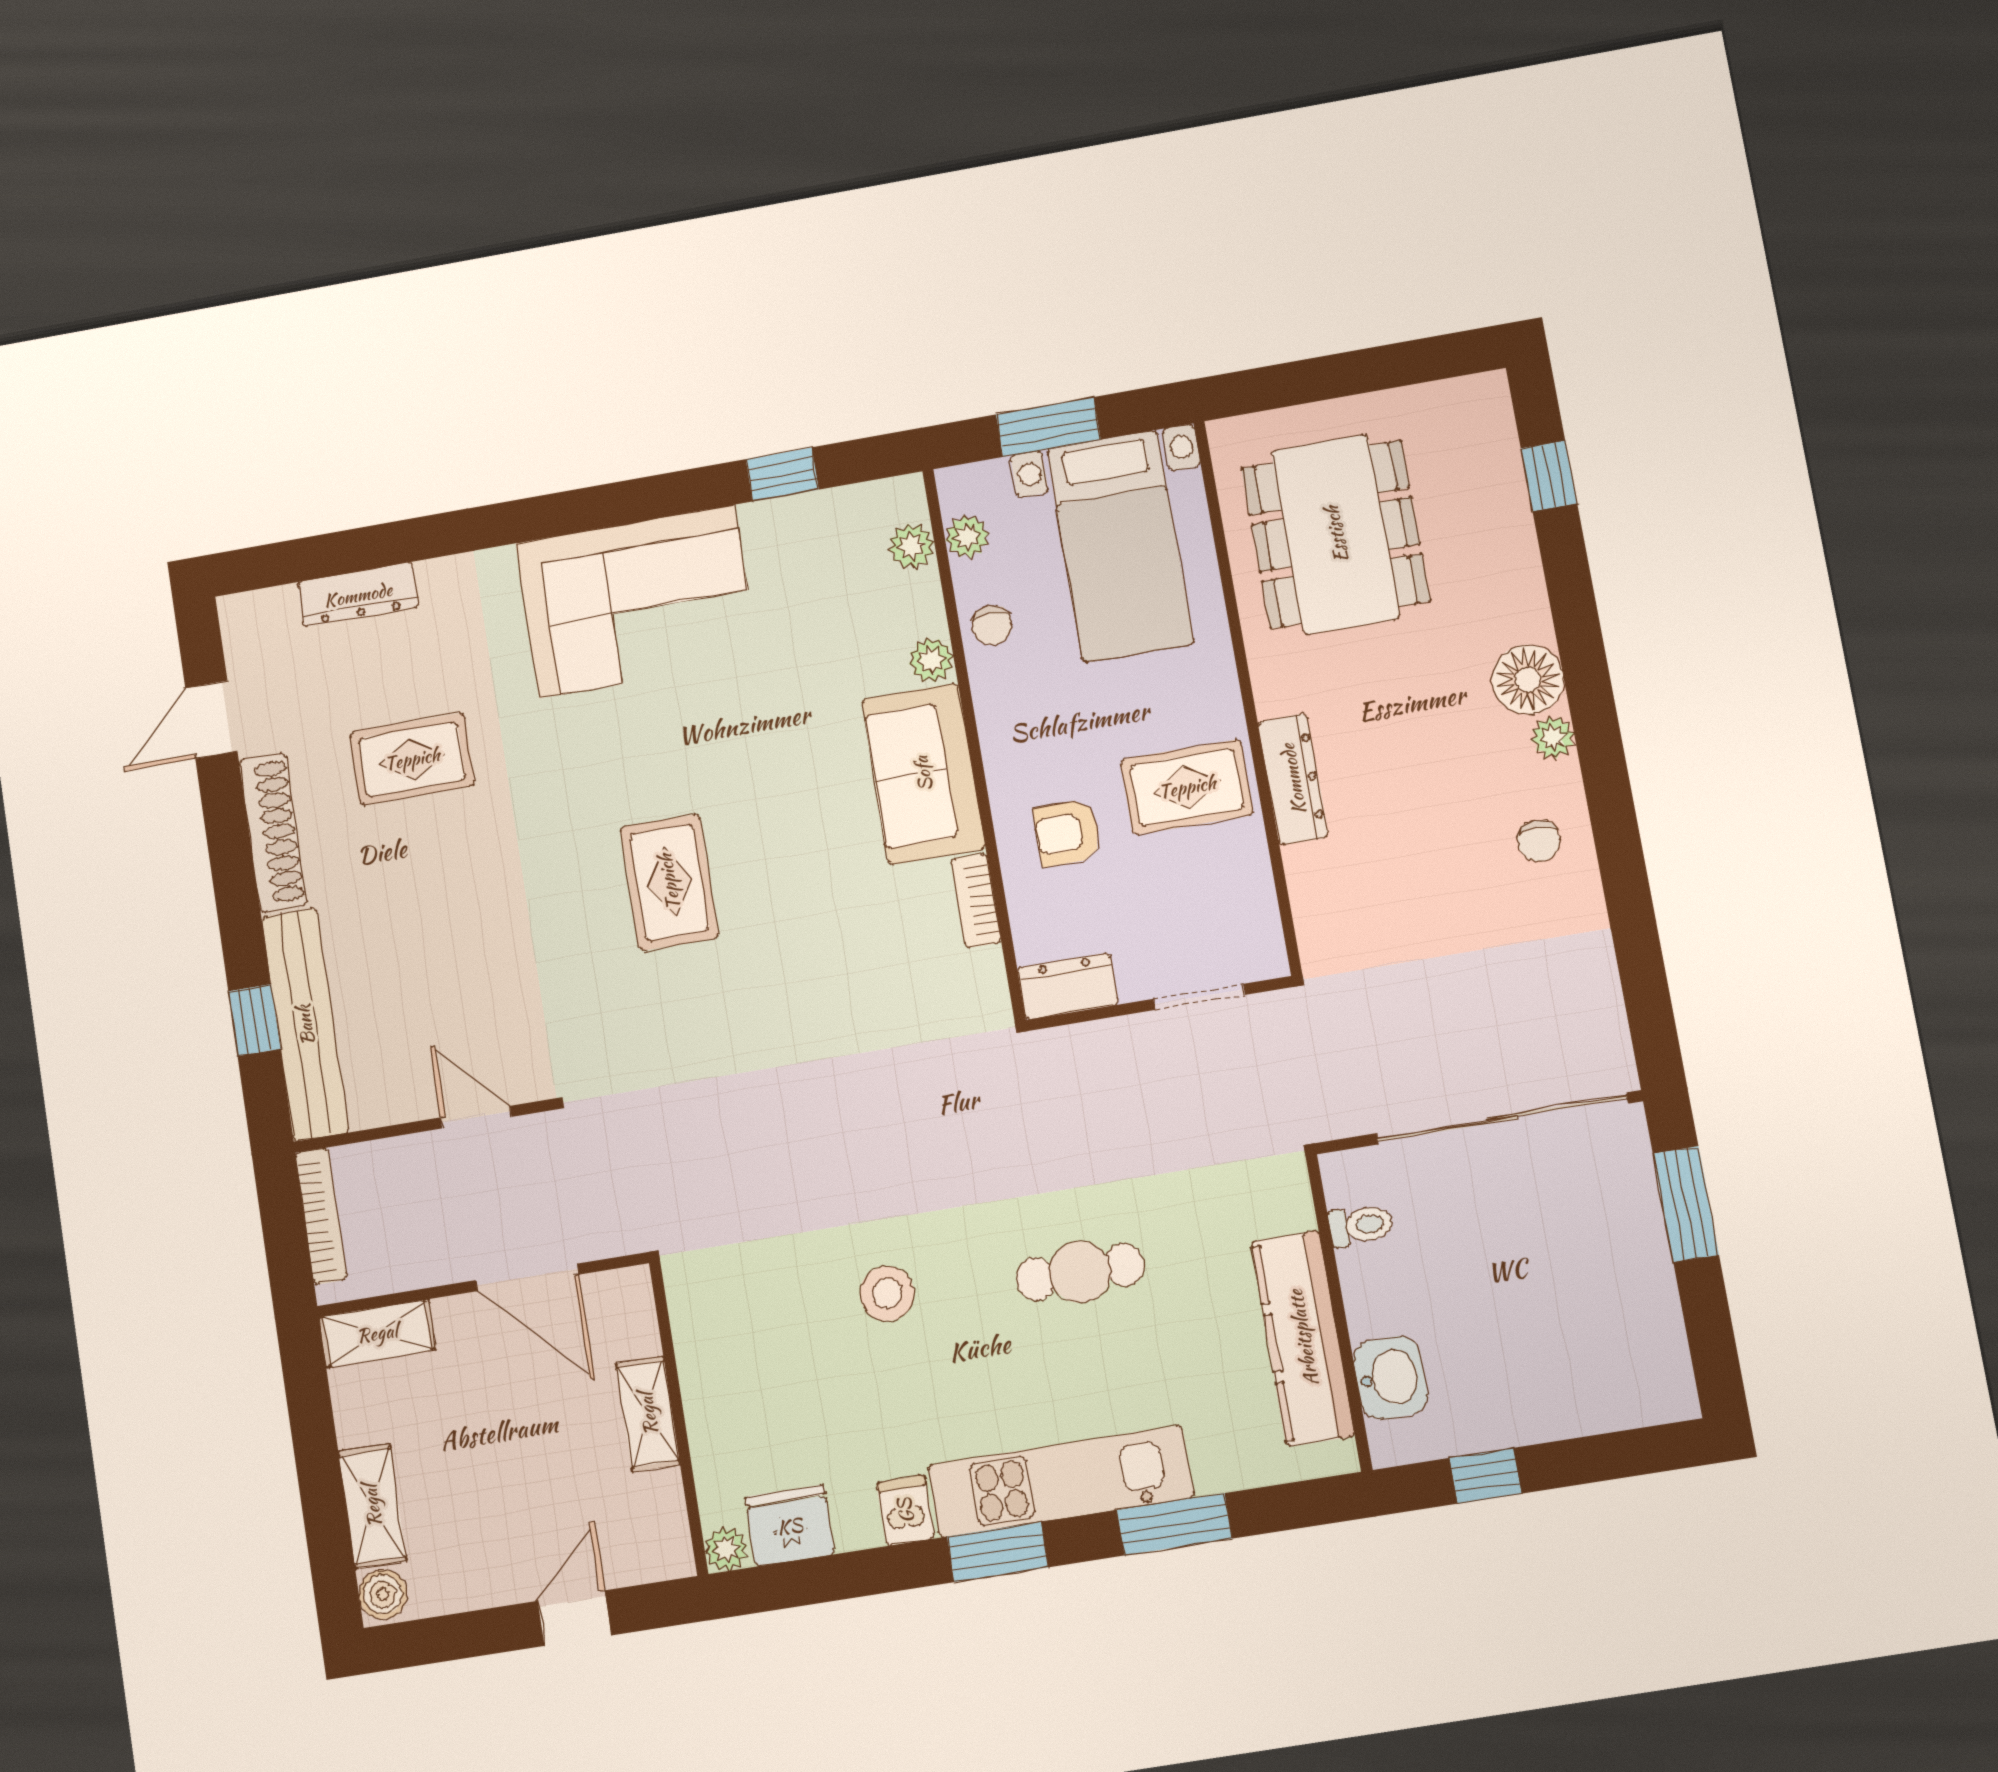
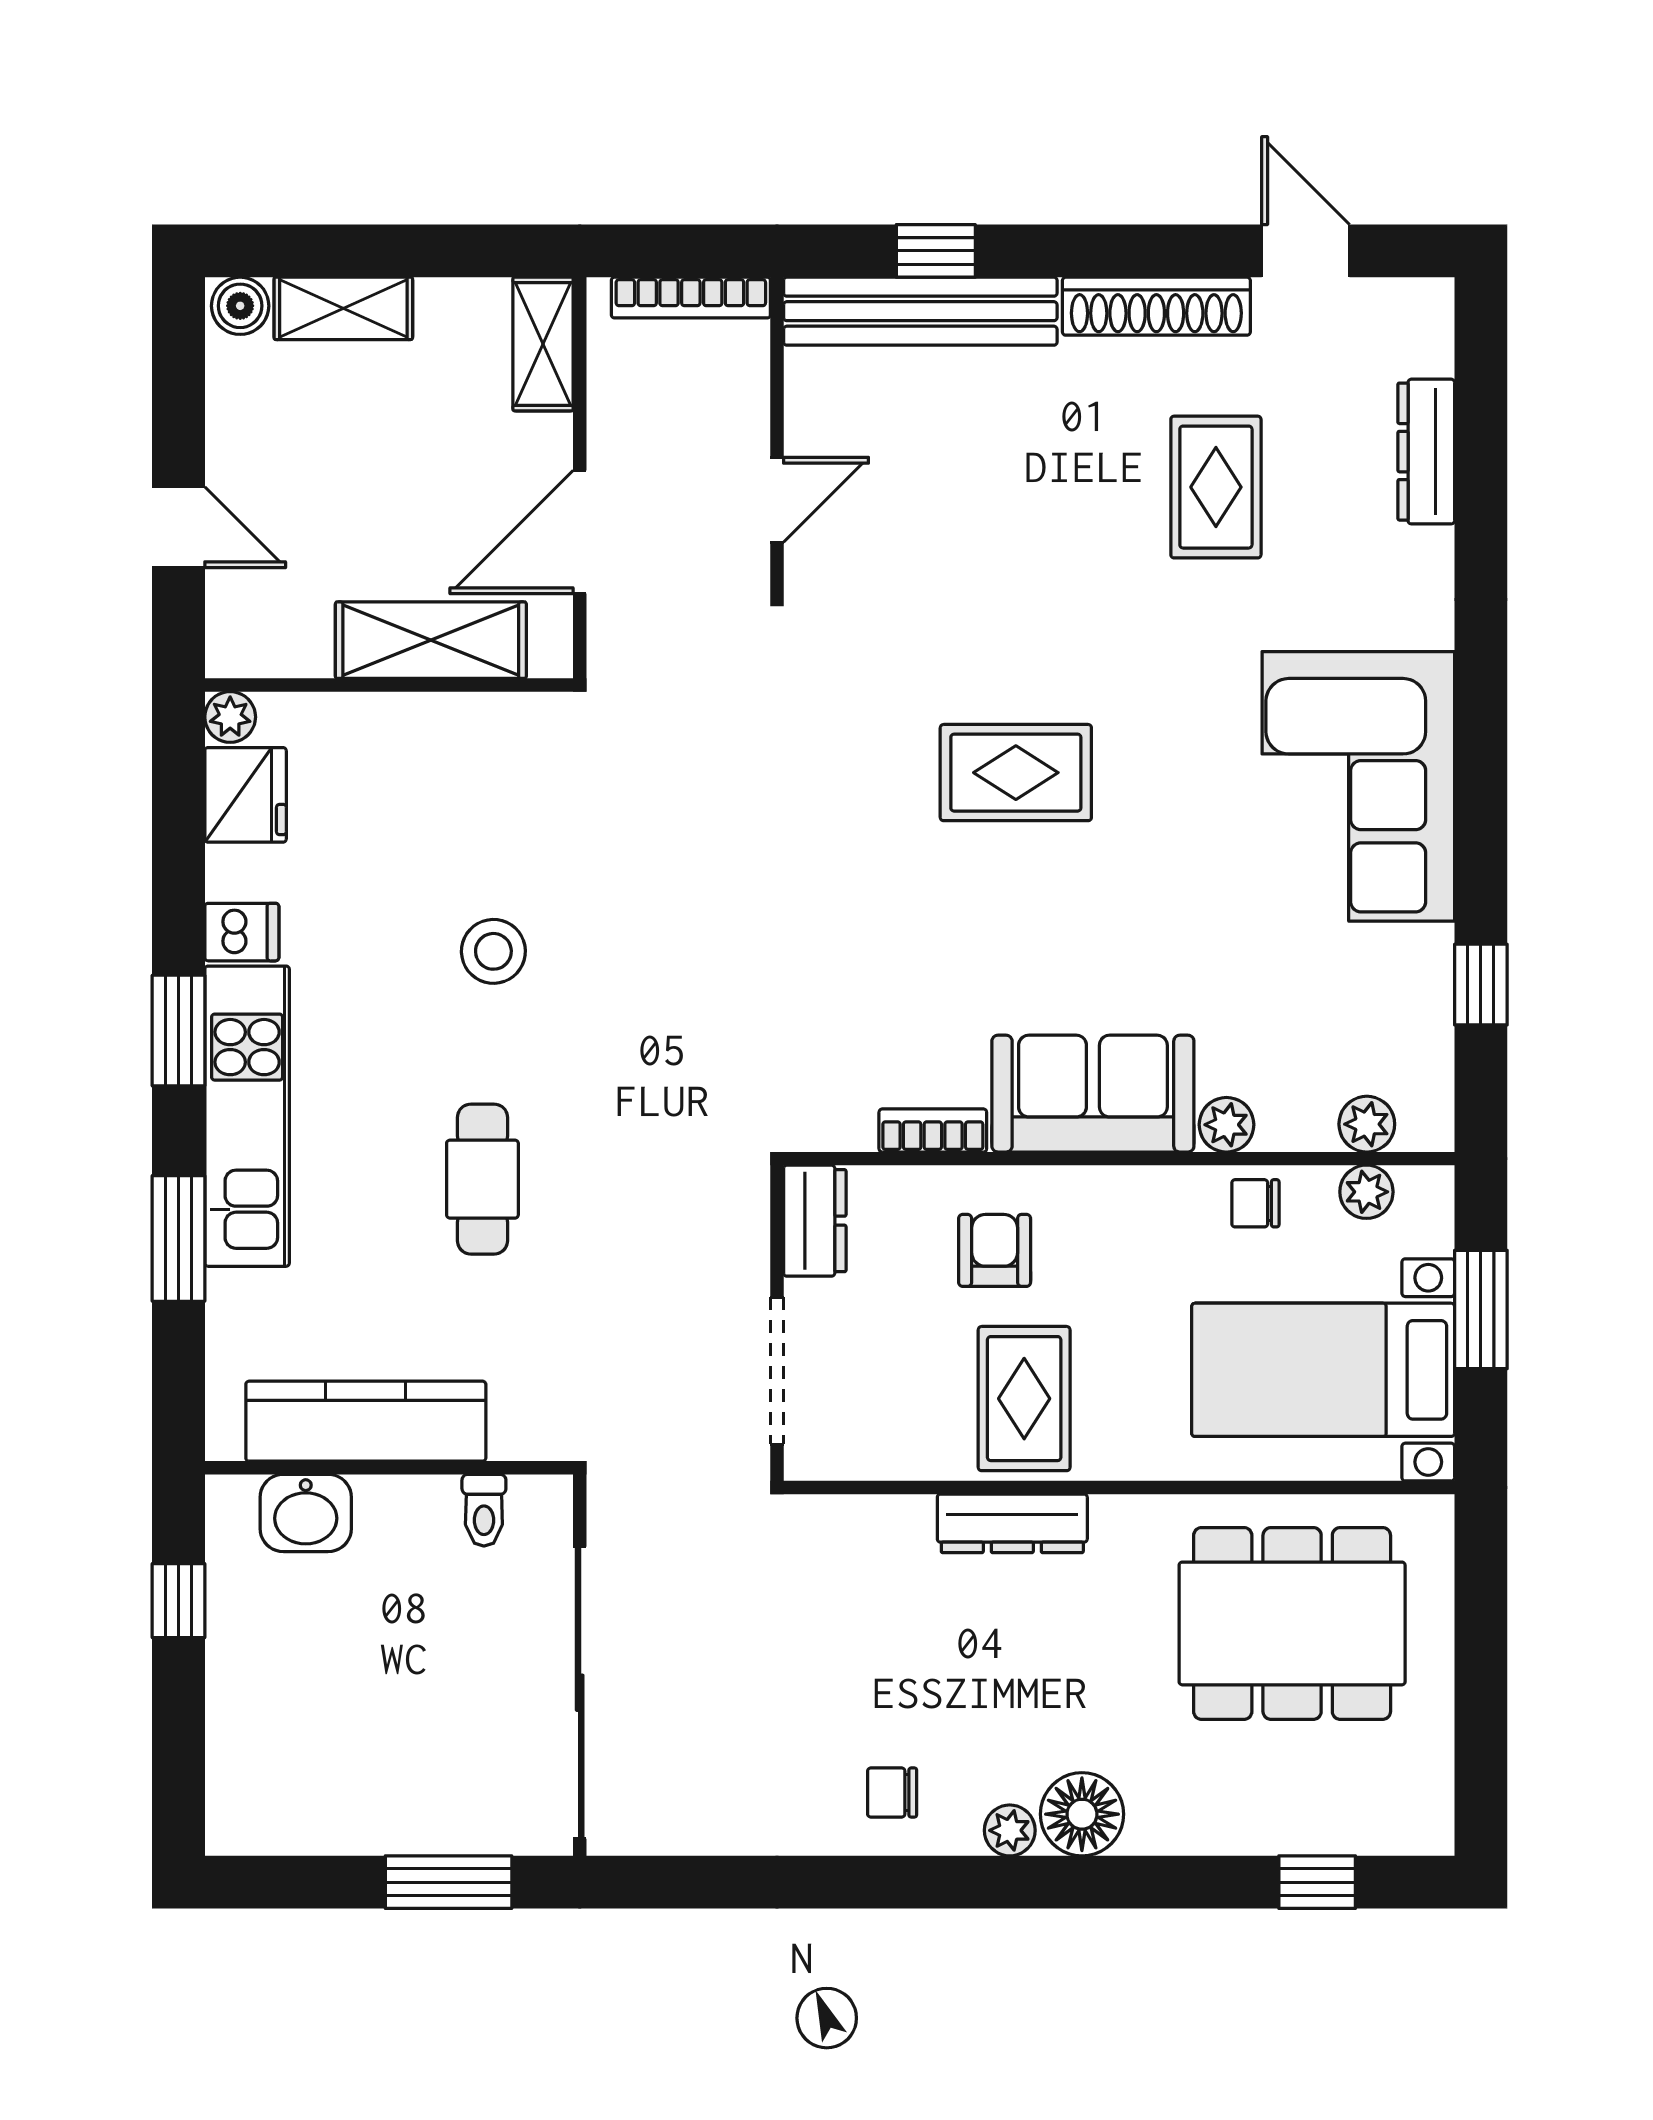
doorway: (1199, 997) -> (777, 1371), width x1.38
shelving: (648, 1414) -> (431, 640), width x1.50, depth x1.33

